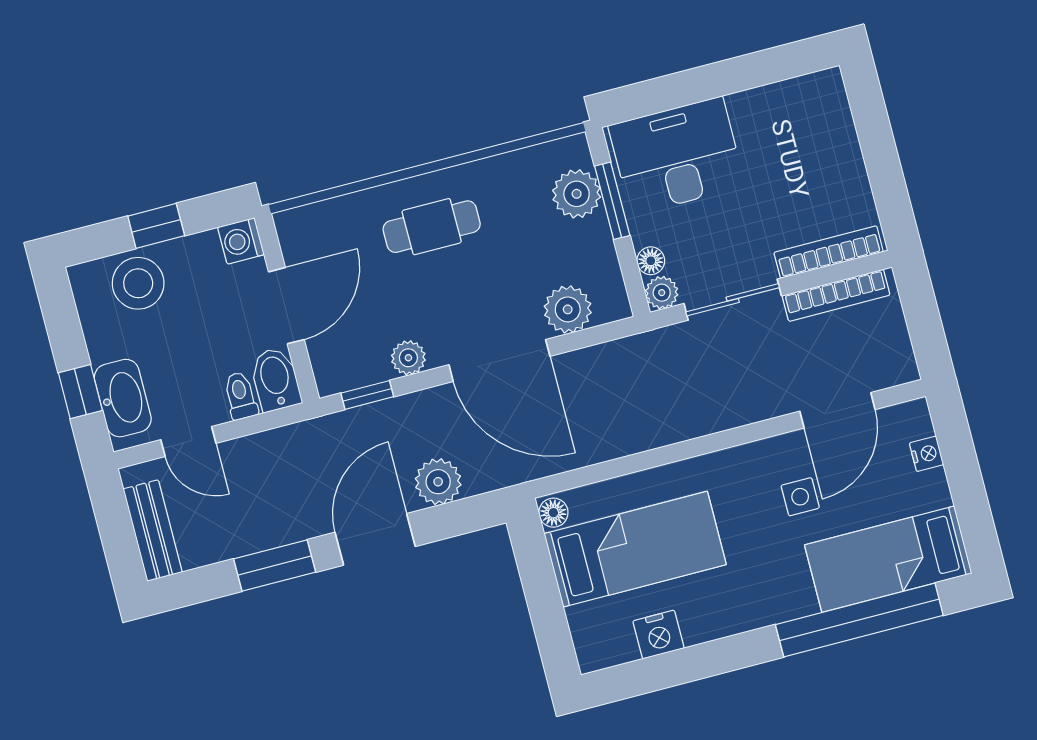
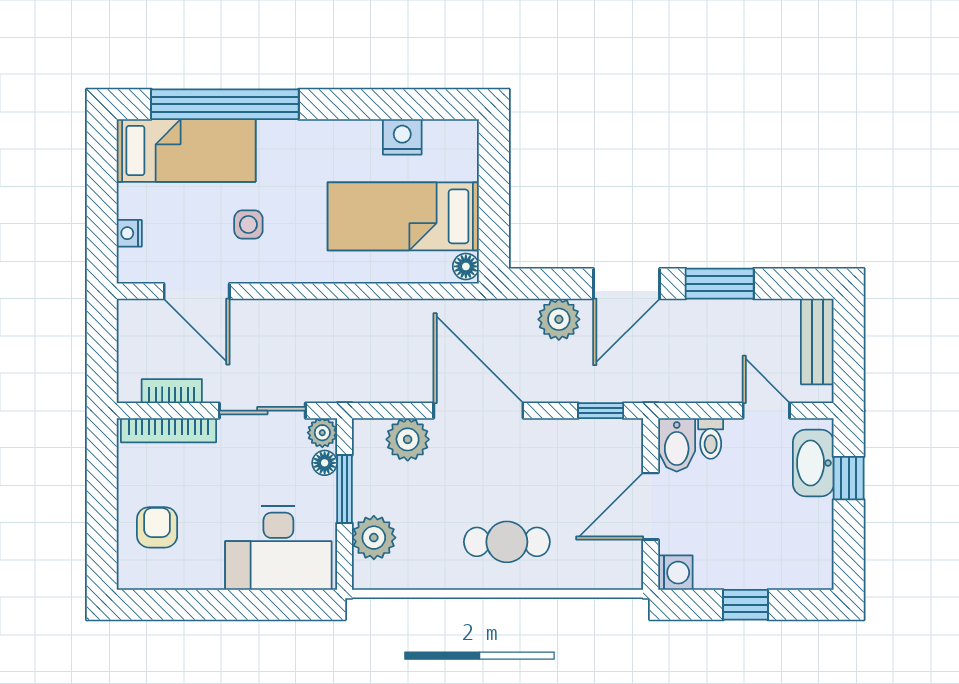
armchair: (814, 144) -> (157, 527), added
window: (612, 201) -> (344, 489), moved
stool: (138, 283) -> (774, 559), removed
bookcase: (836, 295) -> (172, 391), width x0.64
plant: (408, 358) -> (557, 433), removed
door: (837, 410) -> (197, 291), swing flipped

